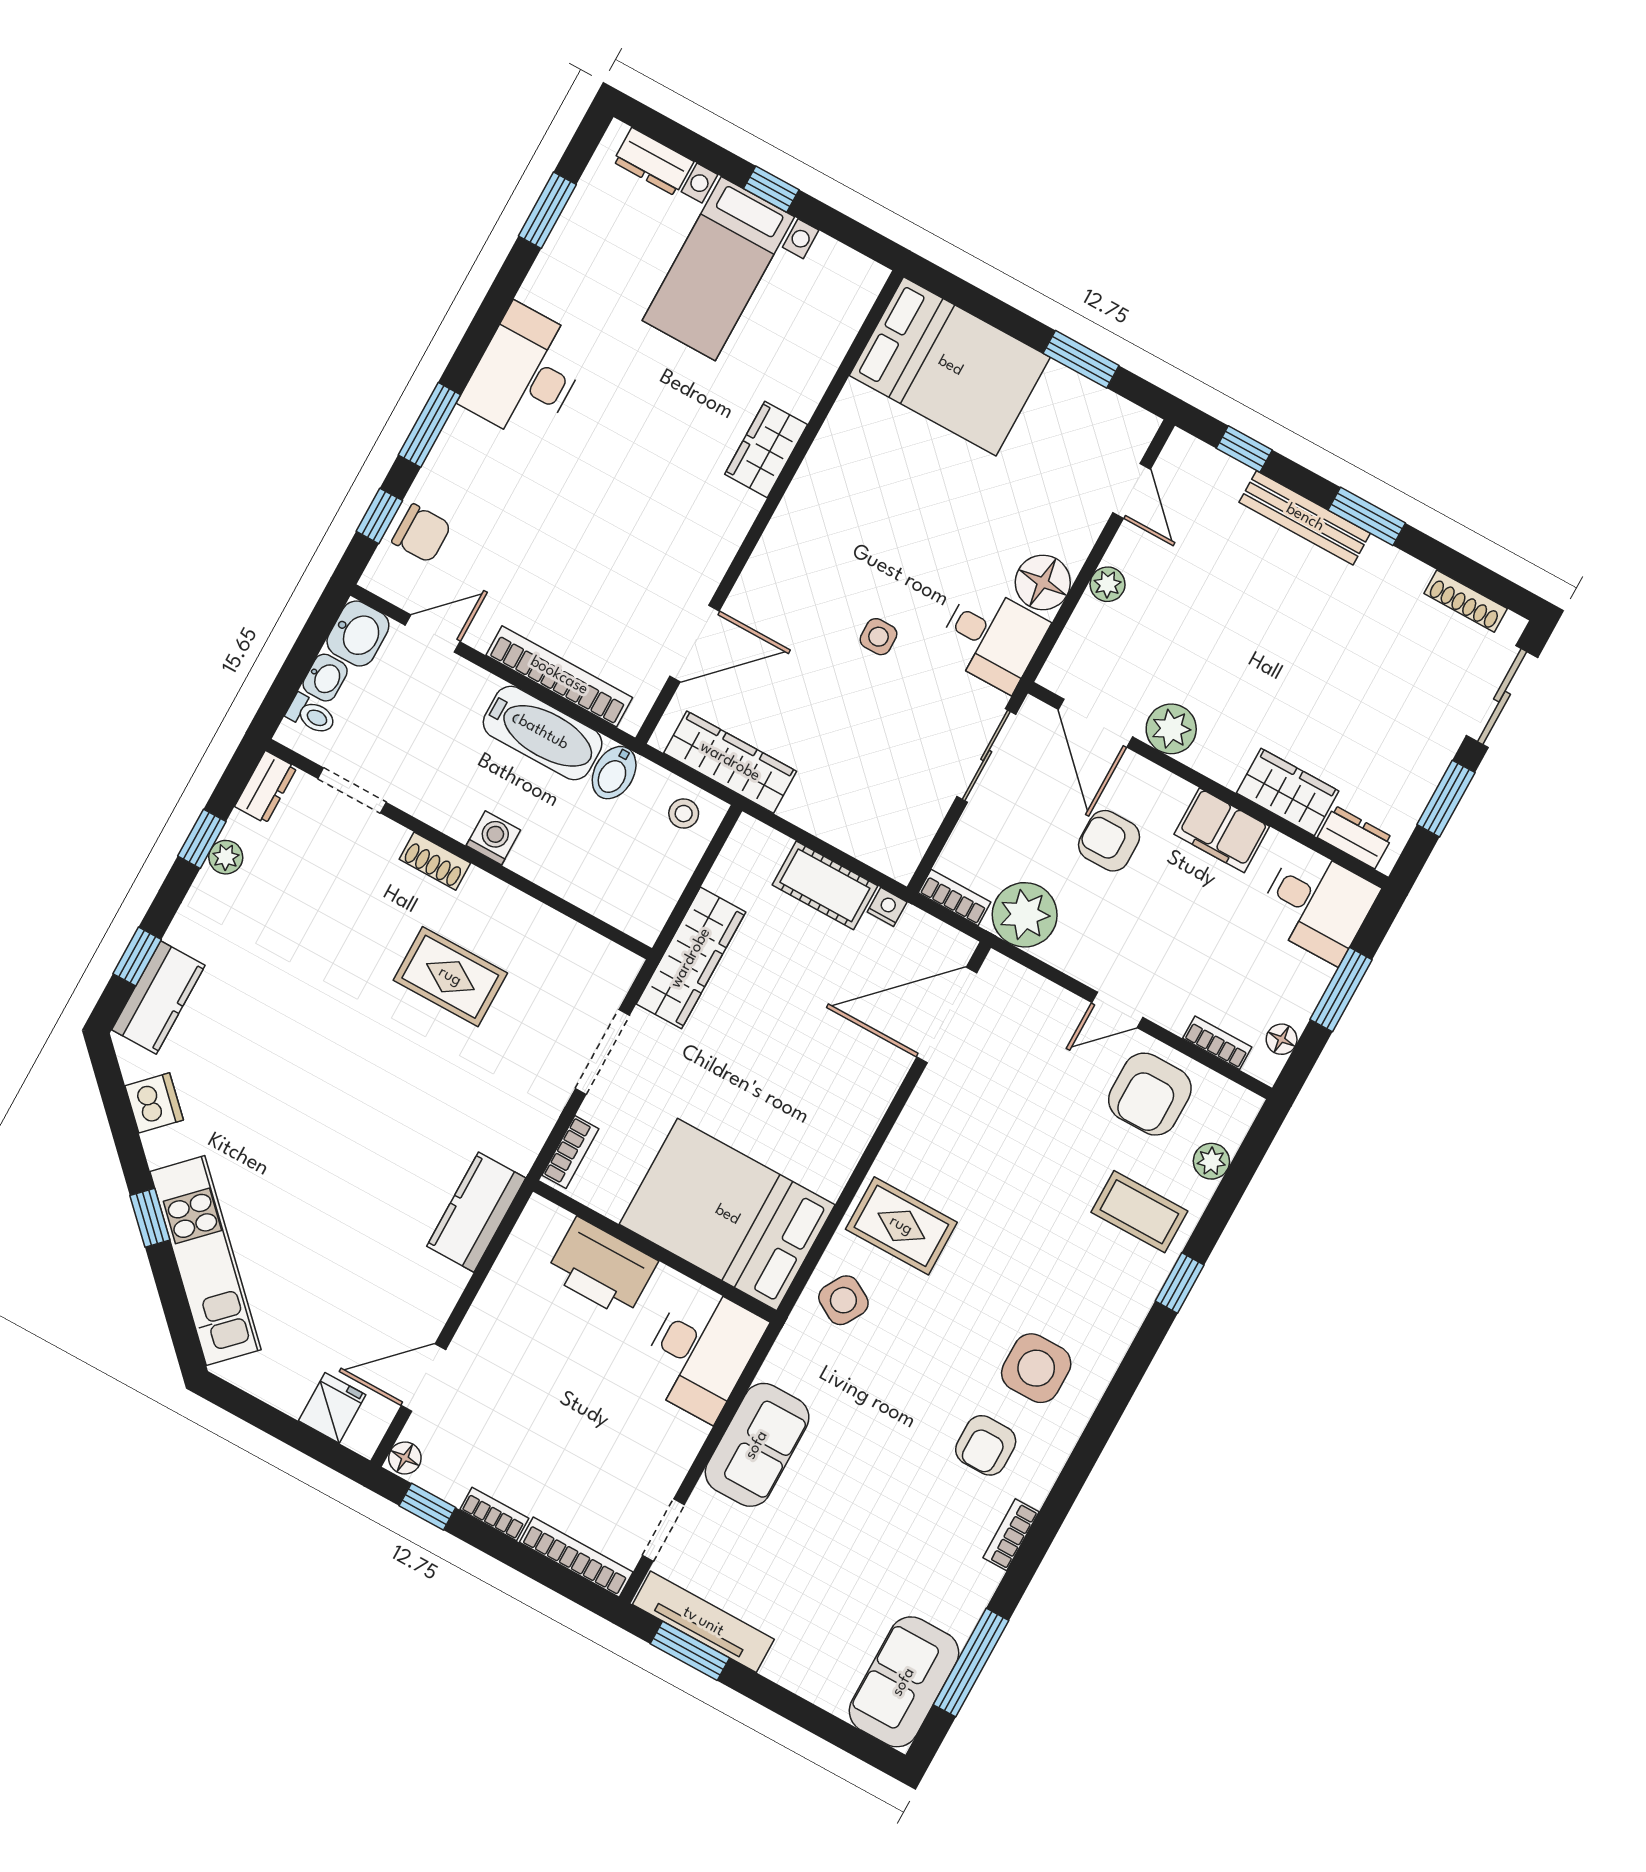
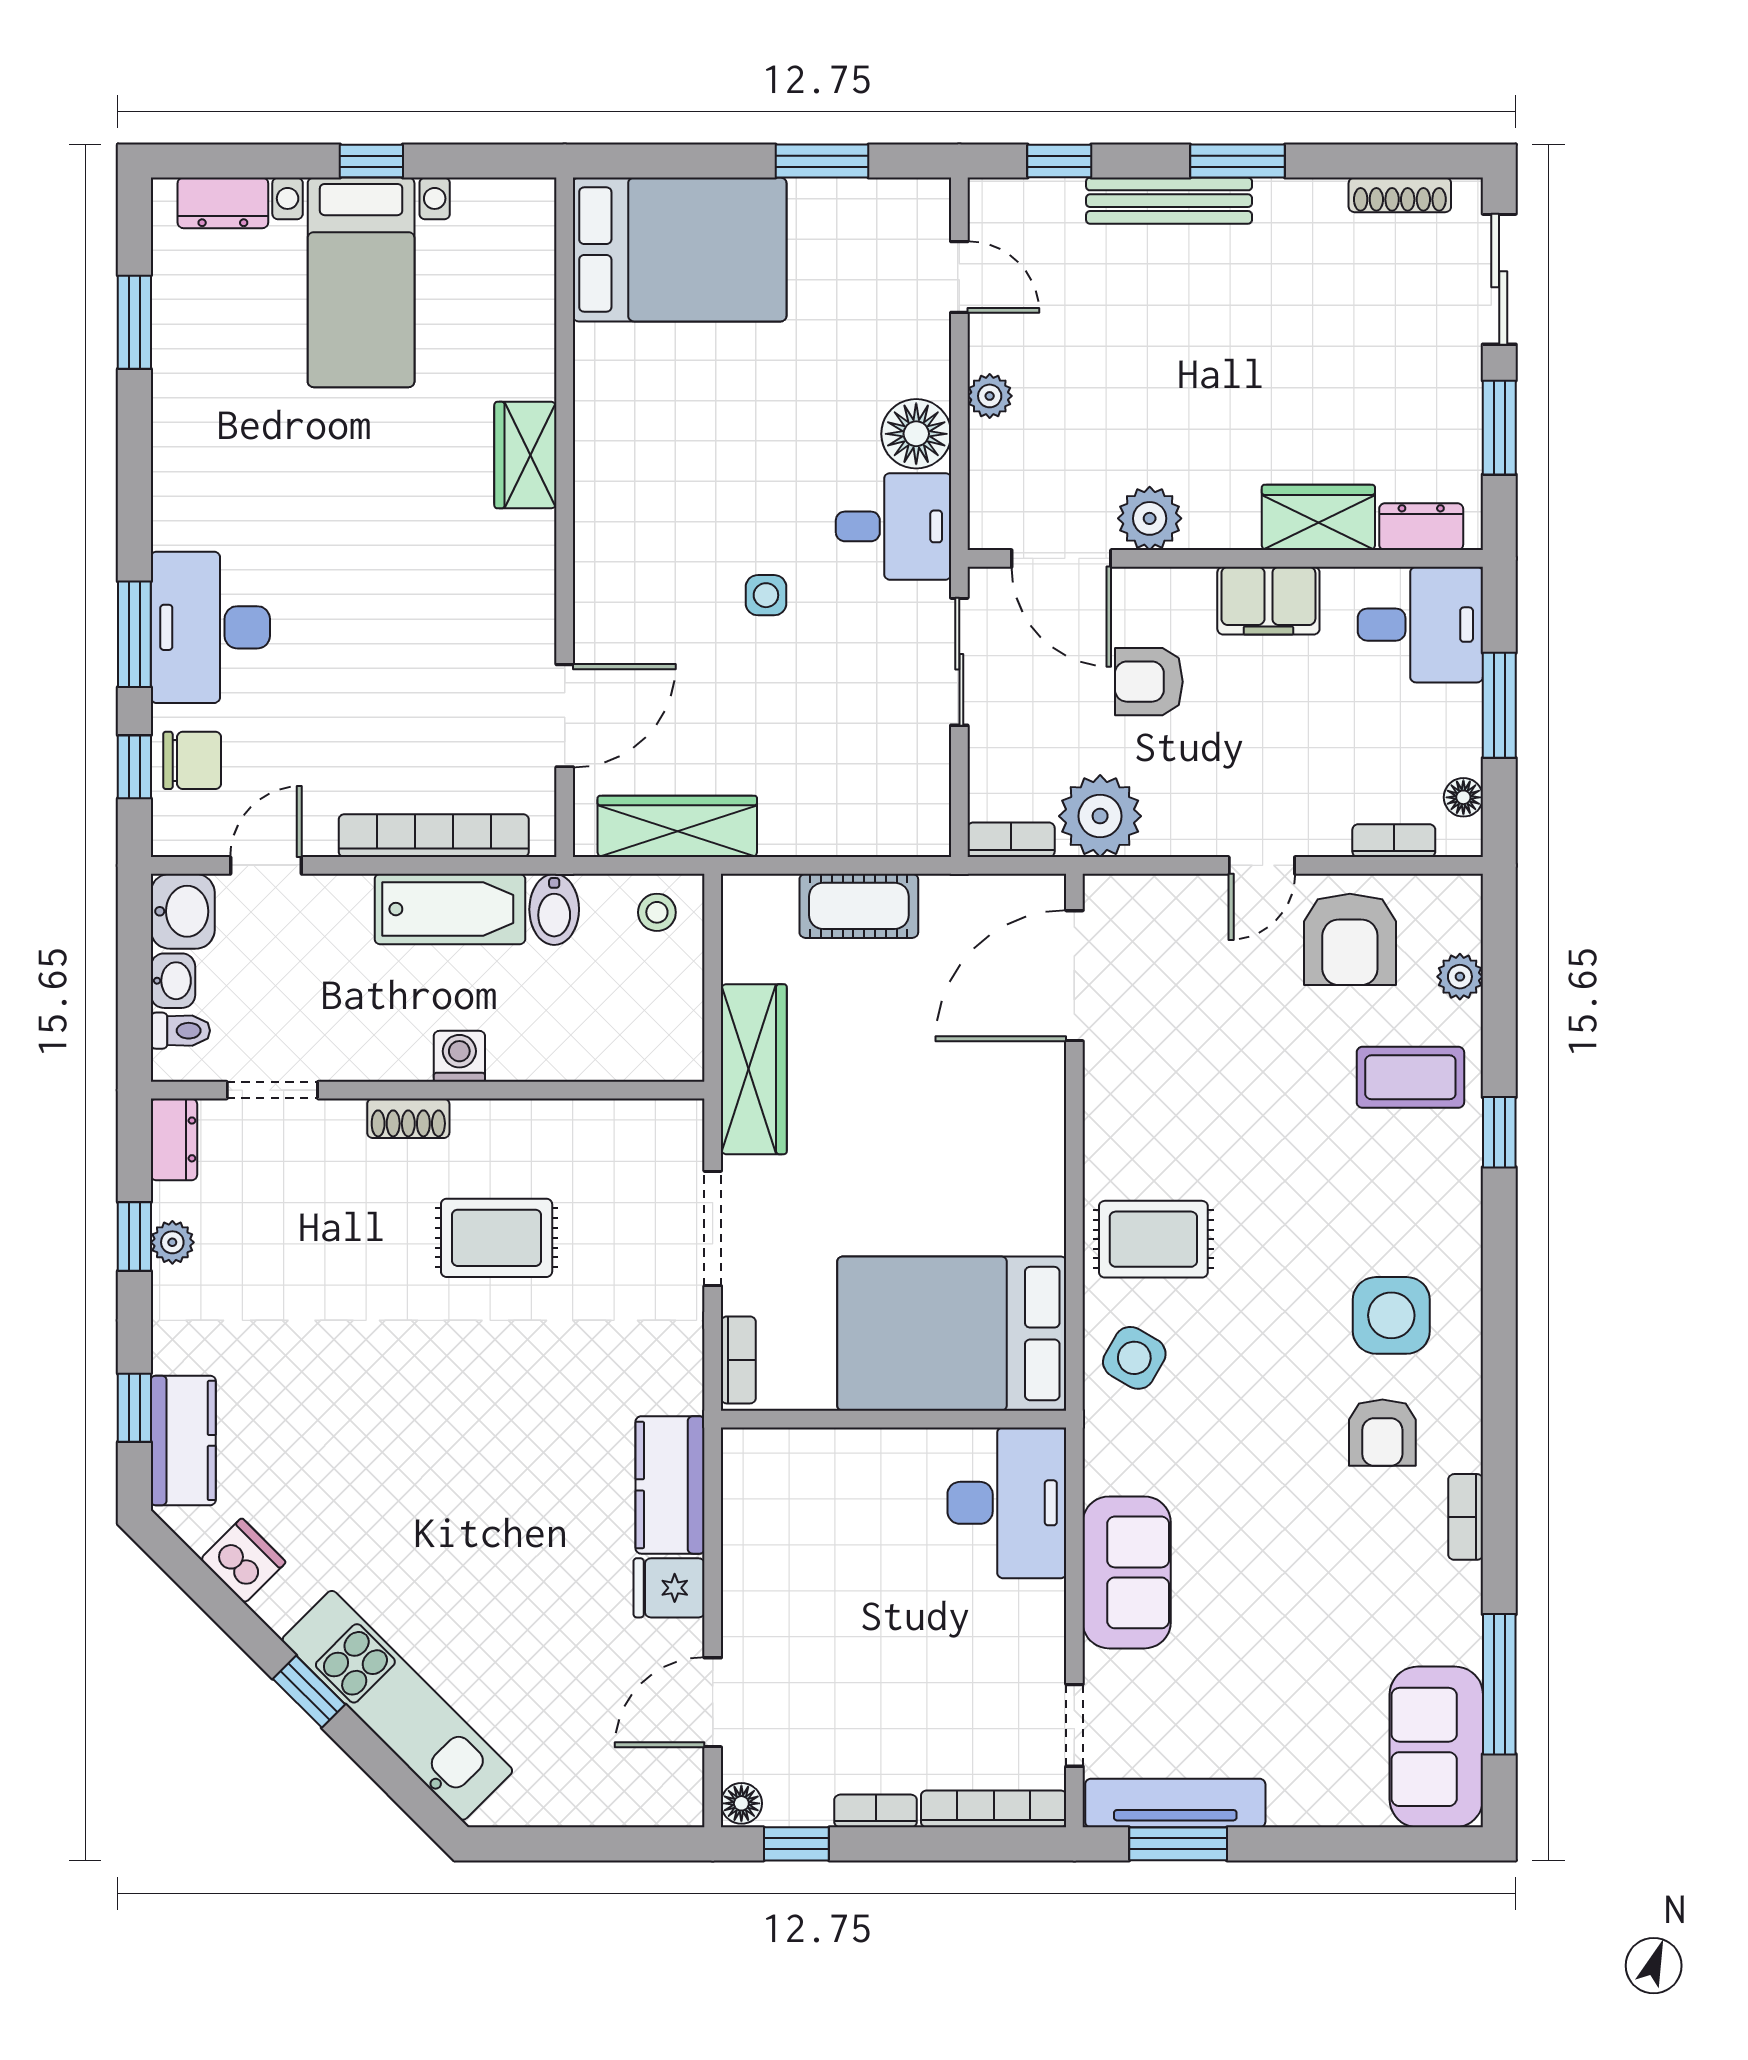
desk: (526, 374) -> (210, 627), moved
nightstand: (887, 907) -> (942, 892), removed
printer: (602, 1268) -> (844, 1470), removed
fridge: (332, 1408) -> (669, 1588), moved, turned -90

